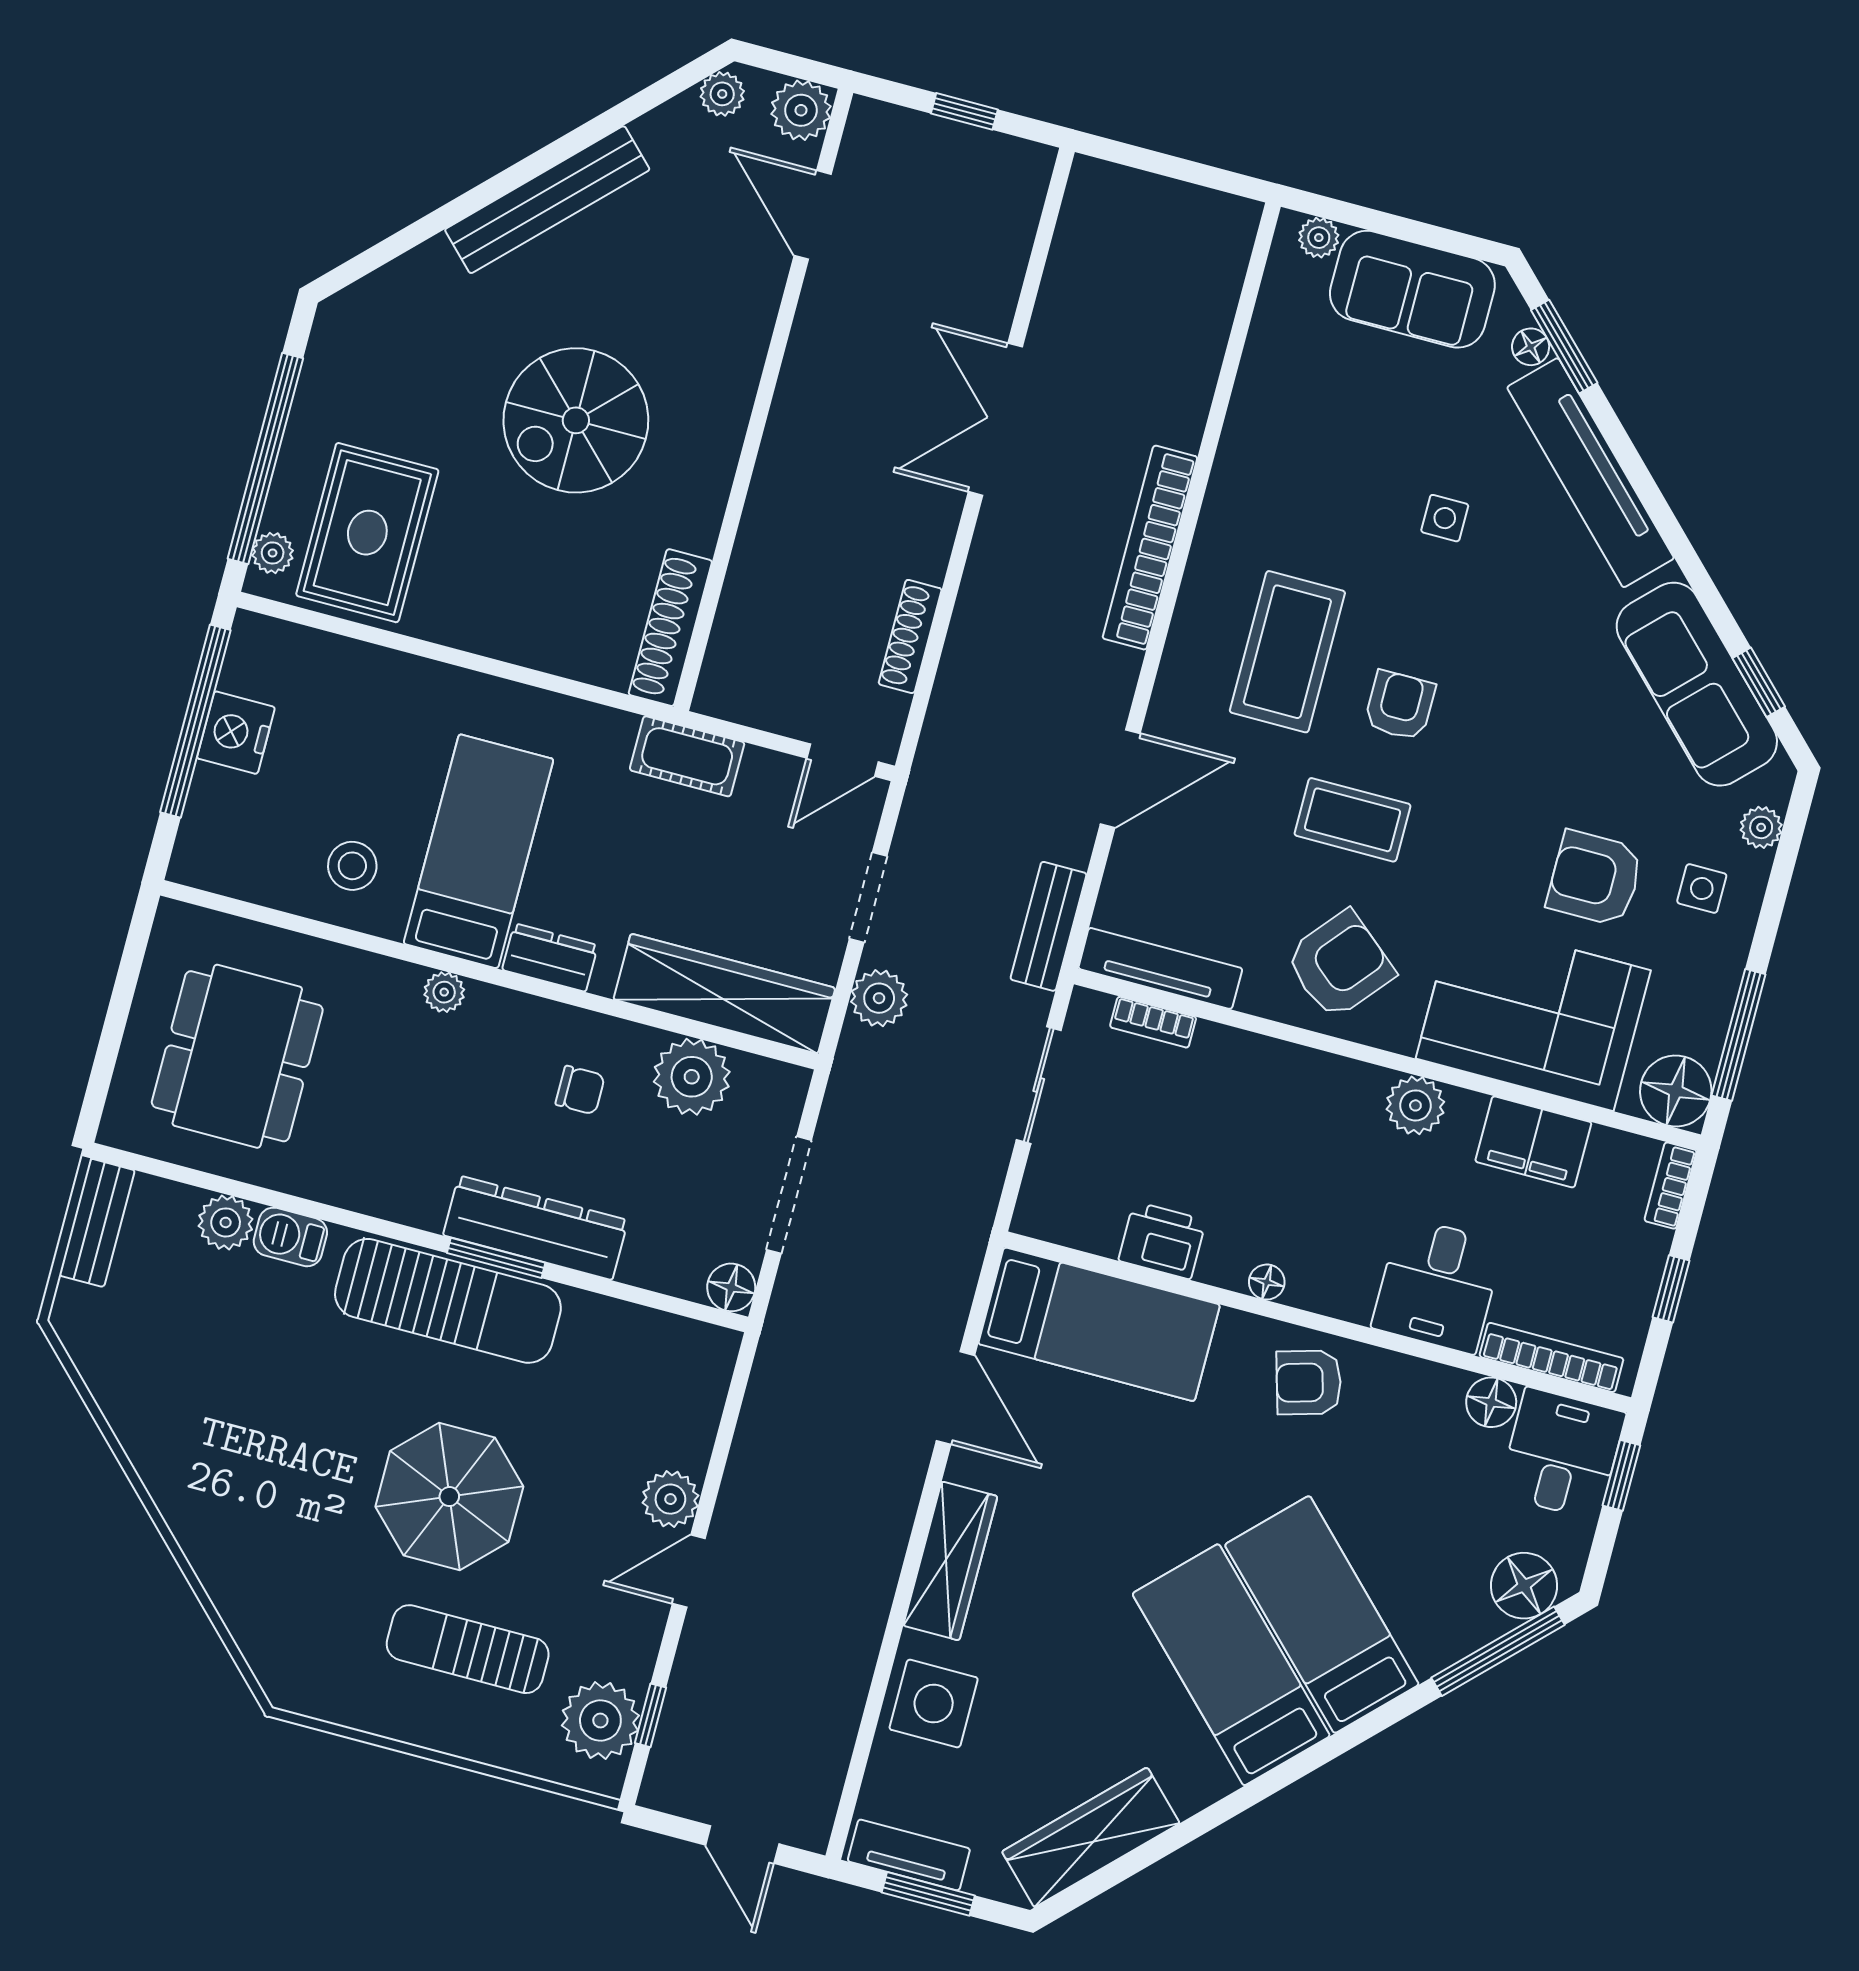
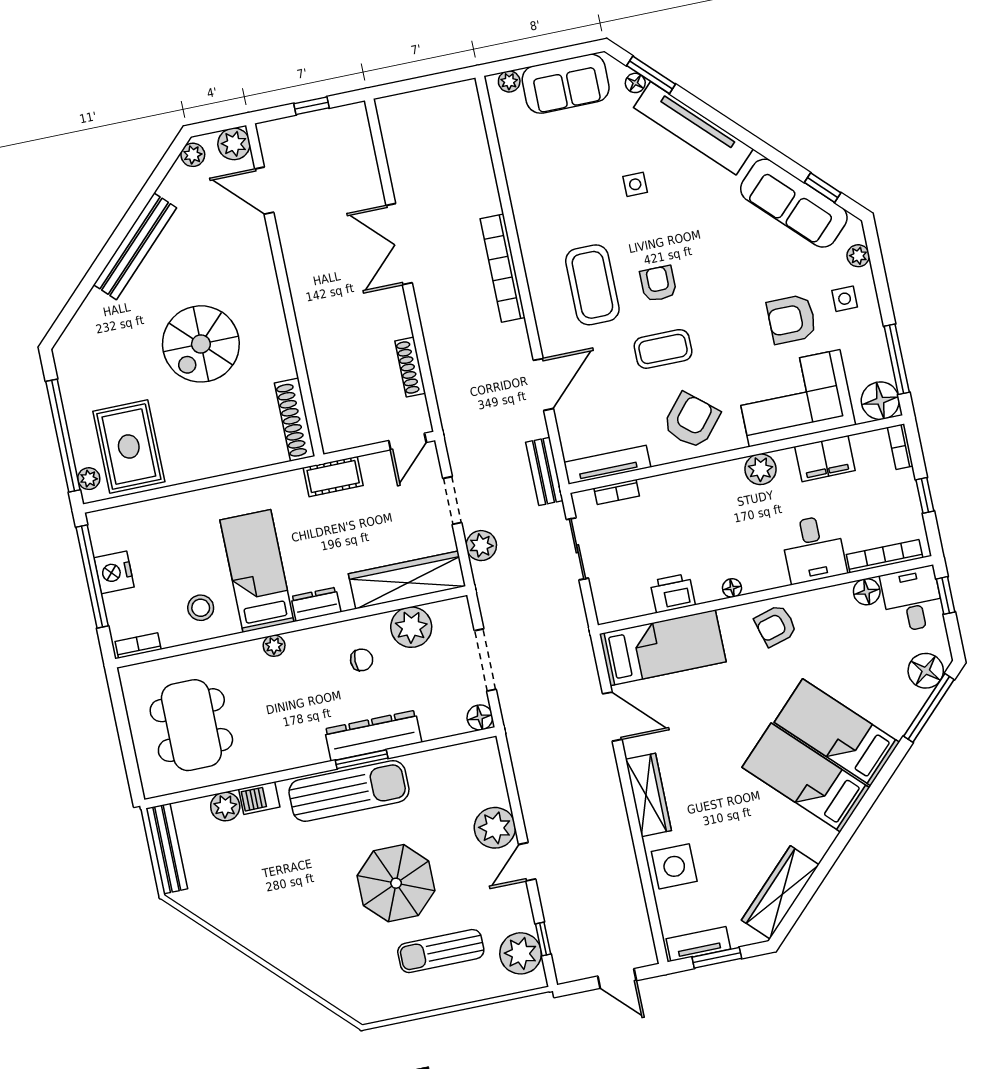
bookcase: (215, 877) -> (138, 645), added
bench: (97, 1223) -> (167, 849), width x1.36
plant: (670, 1499) -> (495, 828), width x1.36, depth x1.36

